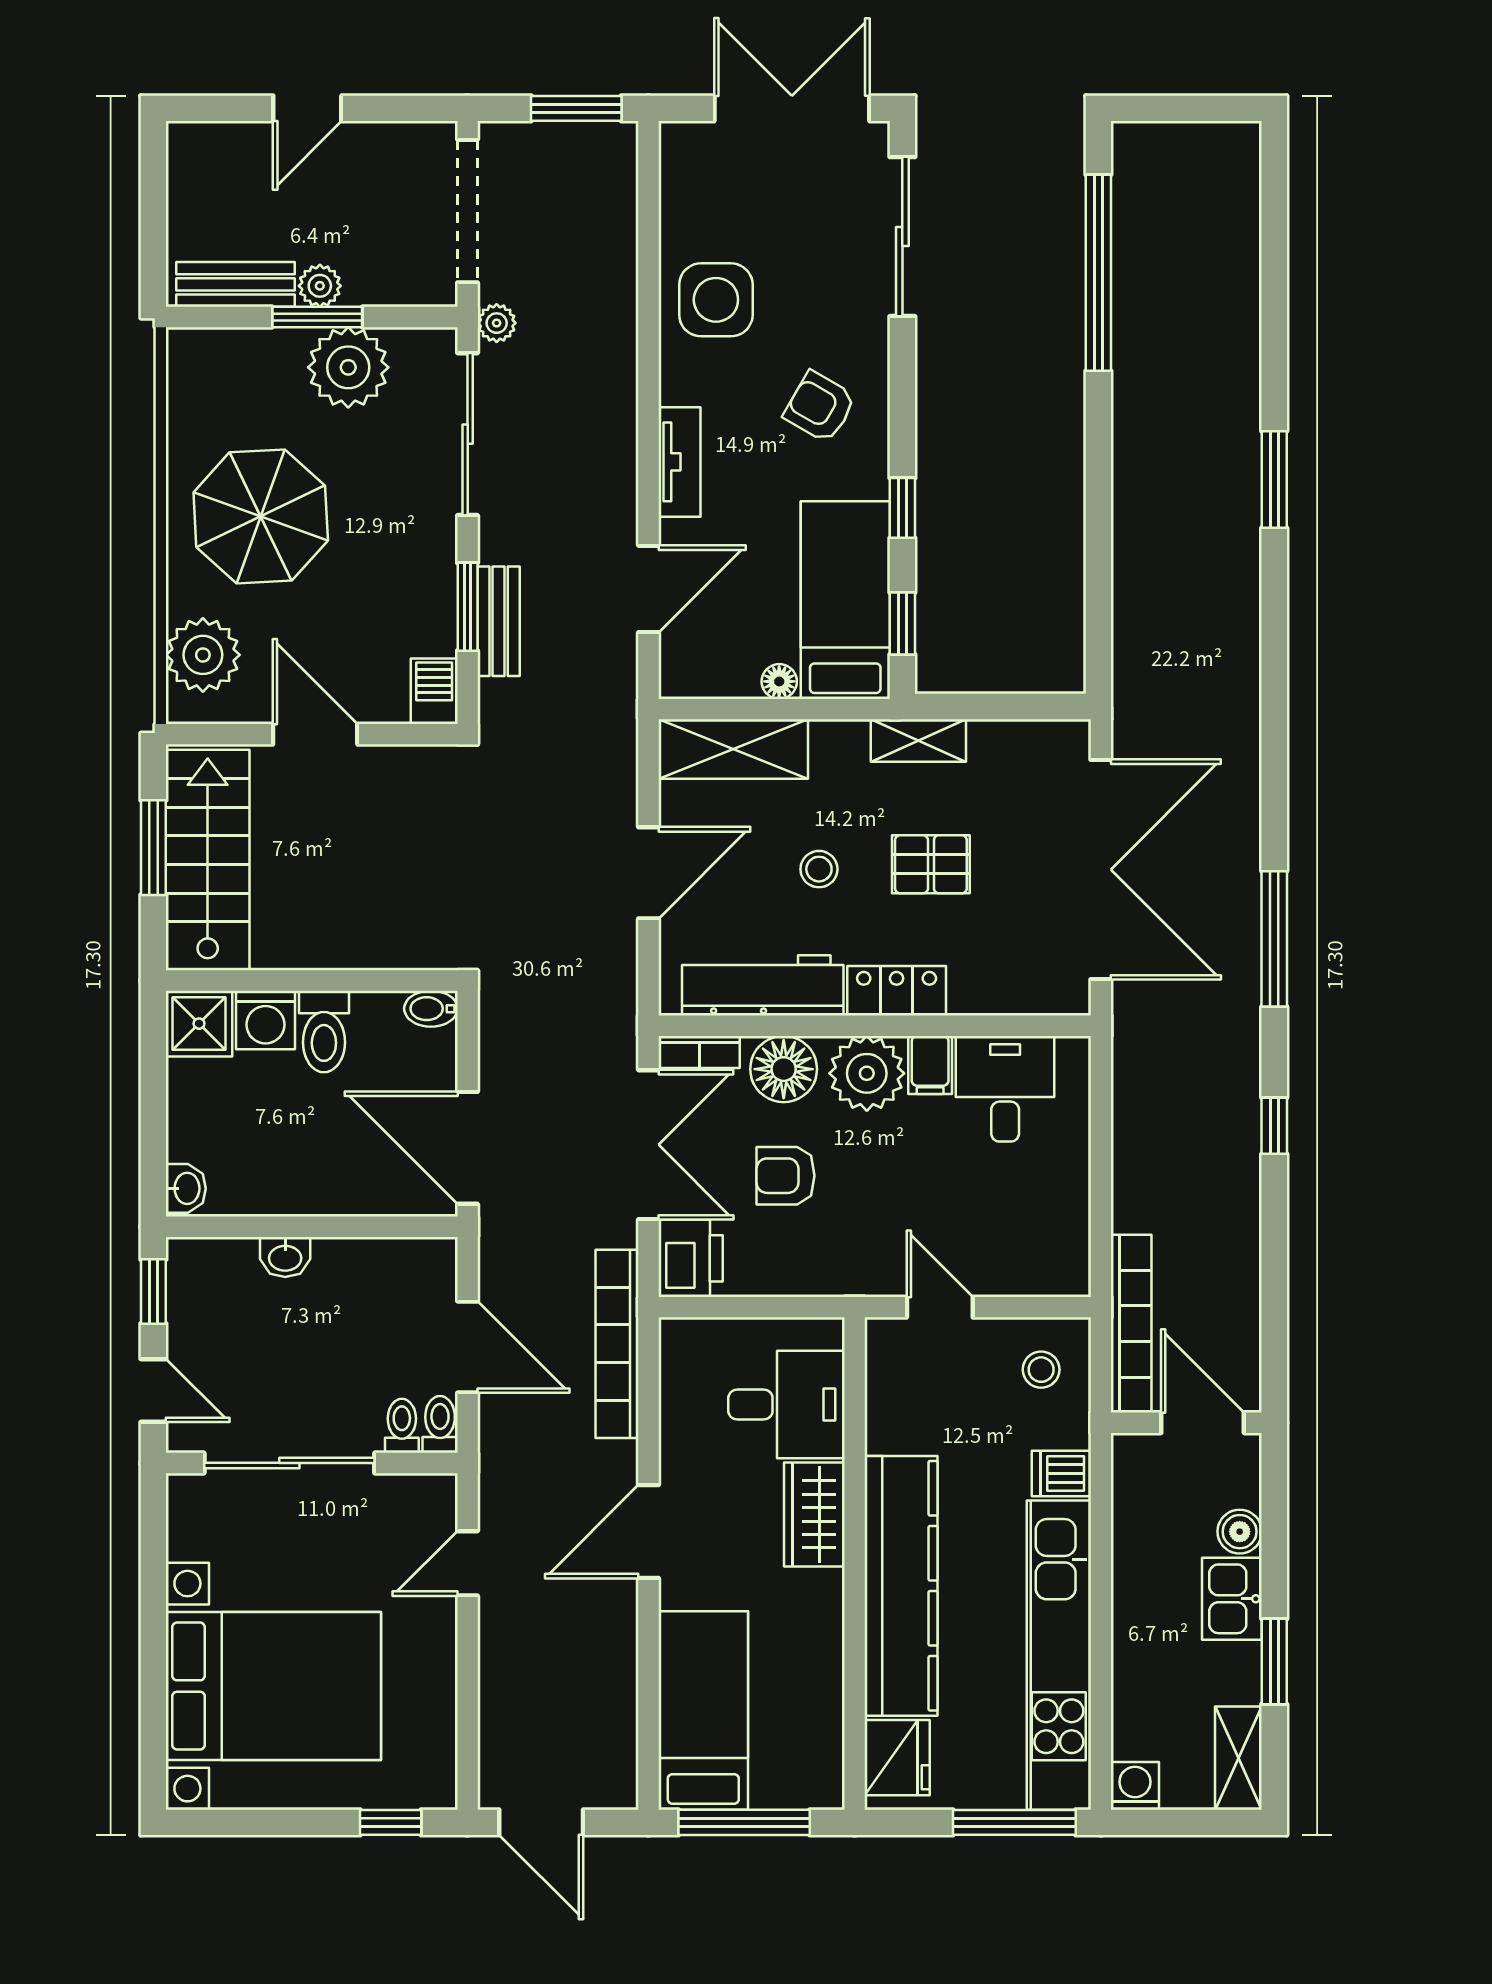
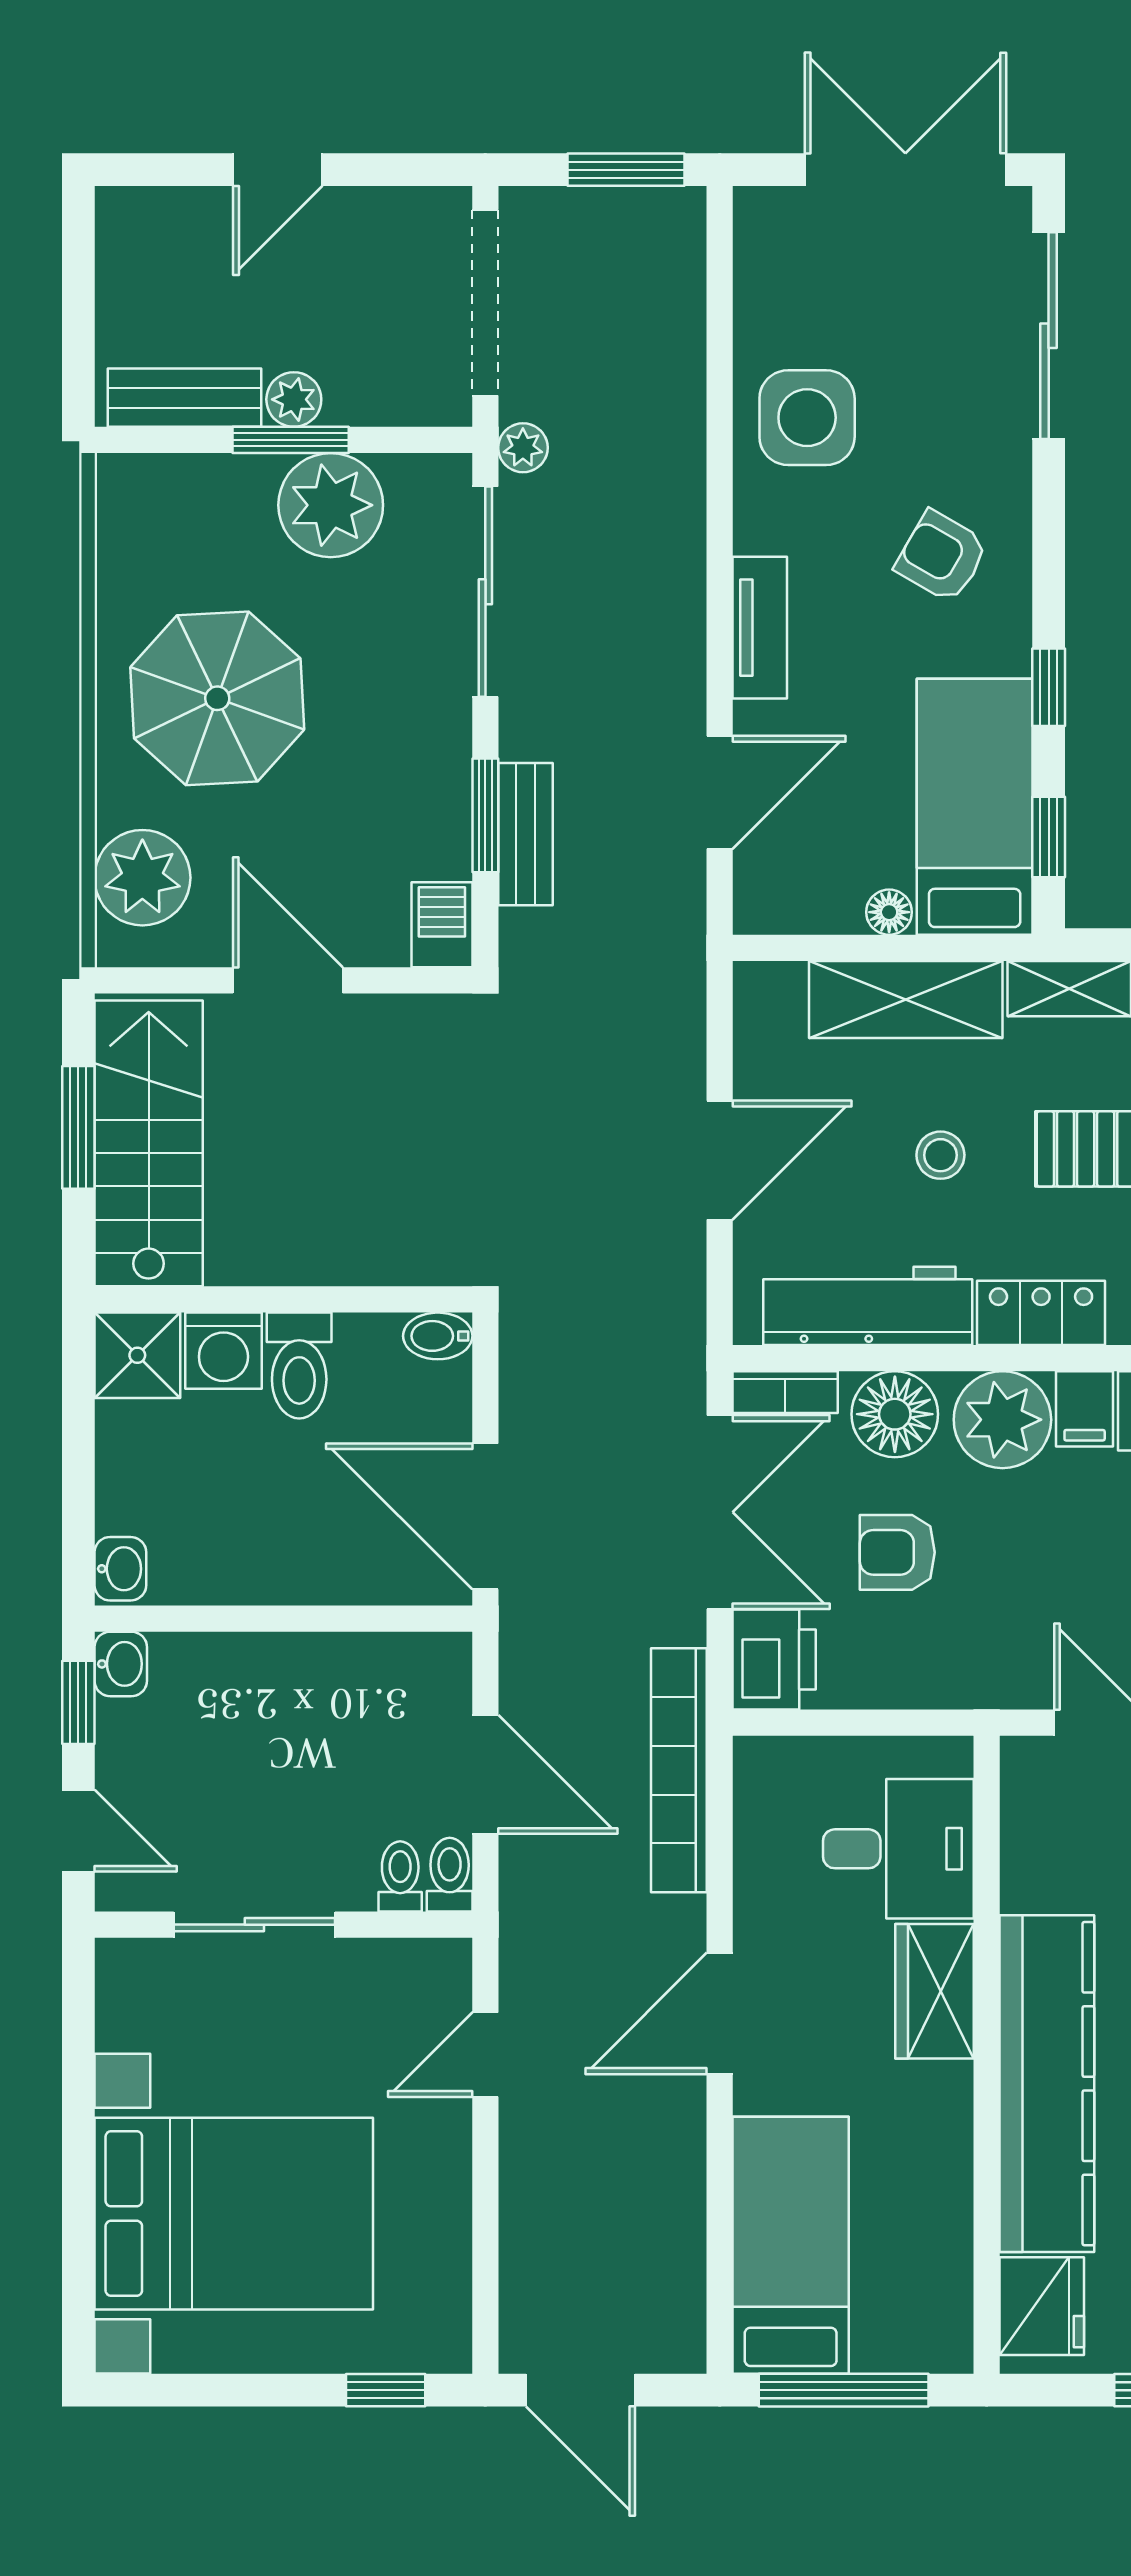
shelving: (733, 749) -> (906, 1000), moved
washbasin: (285, 1257) -> (121, 1664), moved, turned -90
sliding door: (289, 1463) -> (254, 1925), width x0.73

